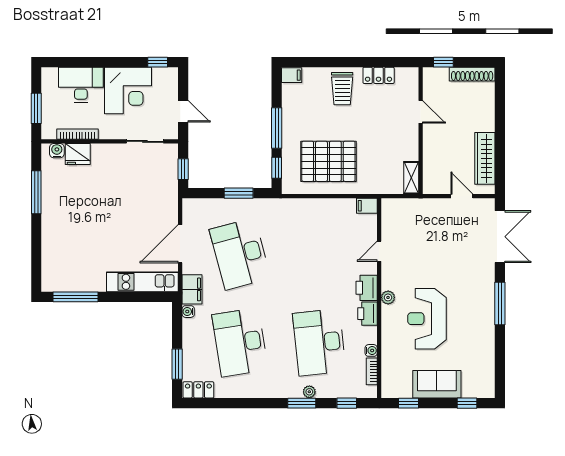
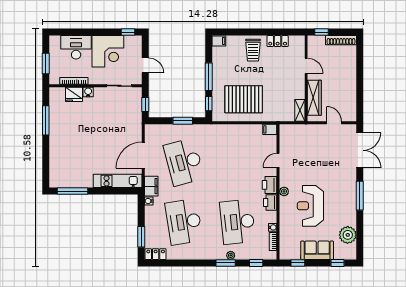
water cooler: (57, 151) -> (88, 92), moved
wardrobe: (485, 158) -> (314, 98), moved, turned 180
plant: (482, 362) -> (348, 235), added

